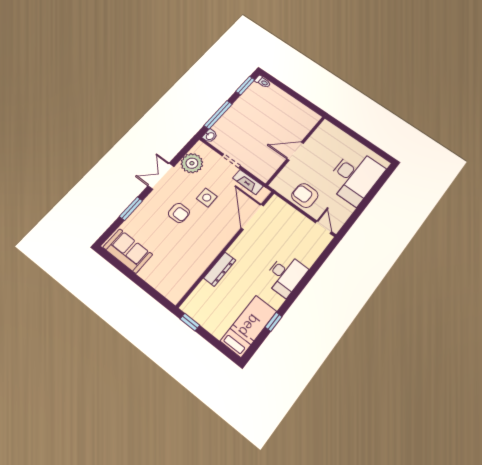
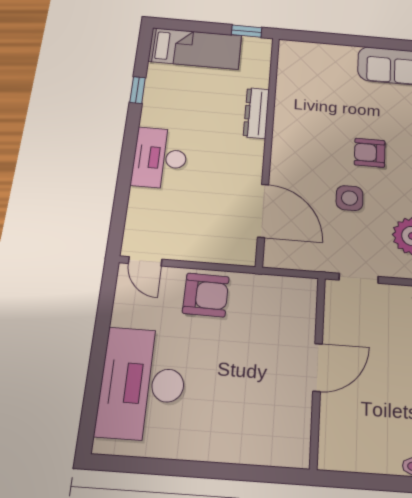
wall: (296, 150) -> (317, 370), moved
door: (295, 151) -> (318, 367), moved
fireplace: (248, 182) -> (308, 260), removed
bed: (249, 326) -> (195, 48), moved, turned -90

